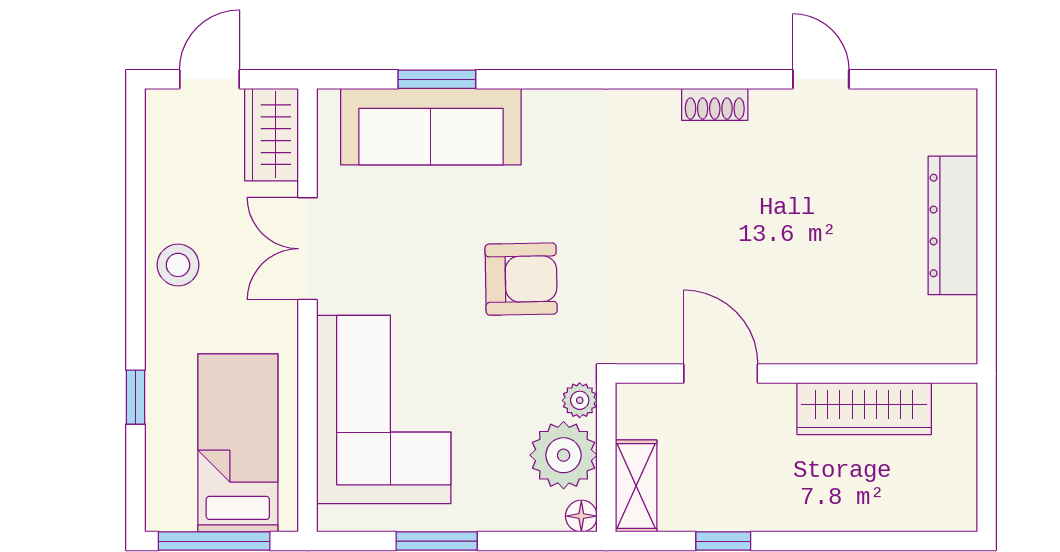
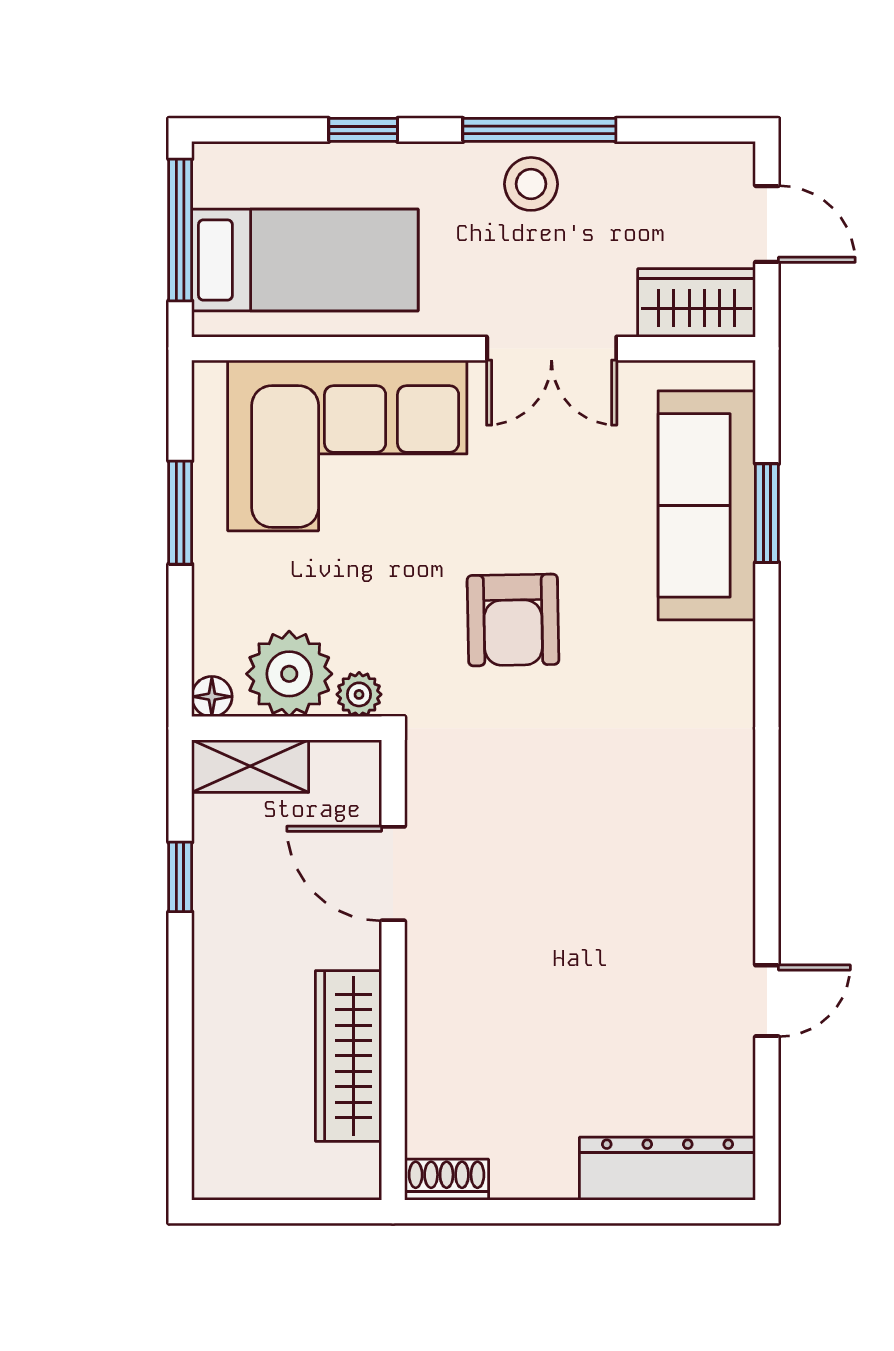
shoe rack: (715, 104) -> (447, 1180), moved, turned 90
dresser: (953, 225) -> (667, 1169), moved
double door: (308, 249) -> (552, 349), swing flipped
window: (135, 258) -> (539, 130), added
door: (721, 374) -> (393, 874), swing flipped

